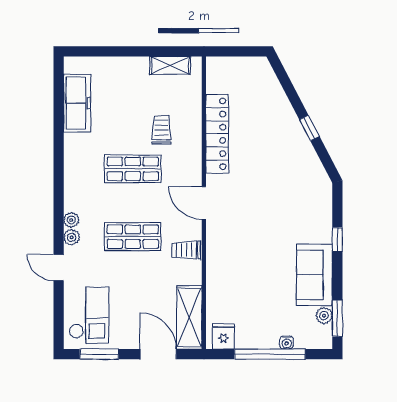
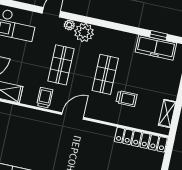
window: (59, 103) -> (158, 36), added
locker: (217, 134) -> (141, 140), moved
plant: (71, 220) -> (84, 32), width x1.87, depth x1.87

